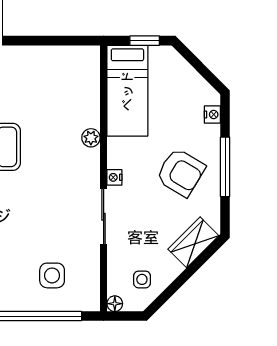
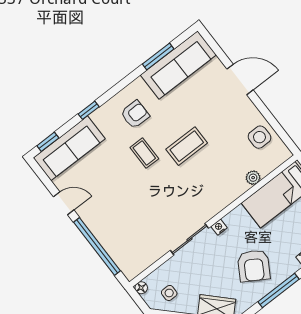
plant: (91, 138) -> (253, 178), moved
side table: (52, 275) -> (259, 137), moved

